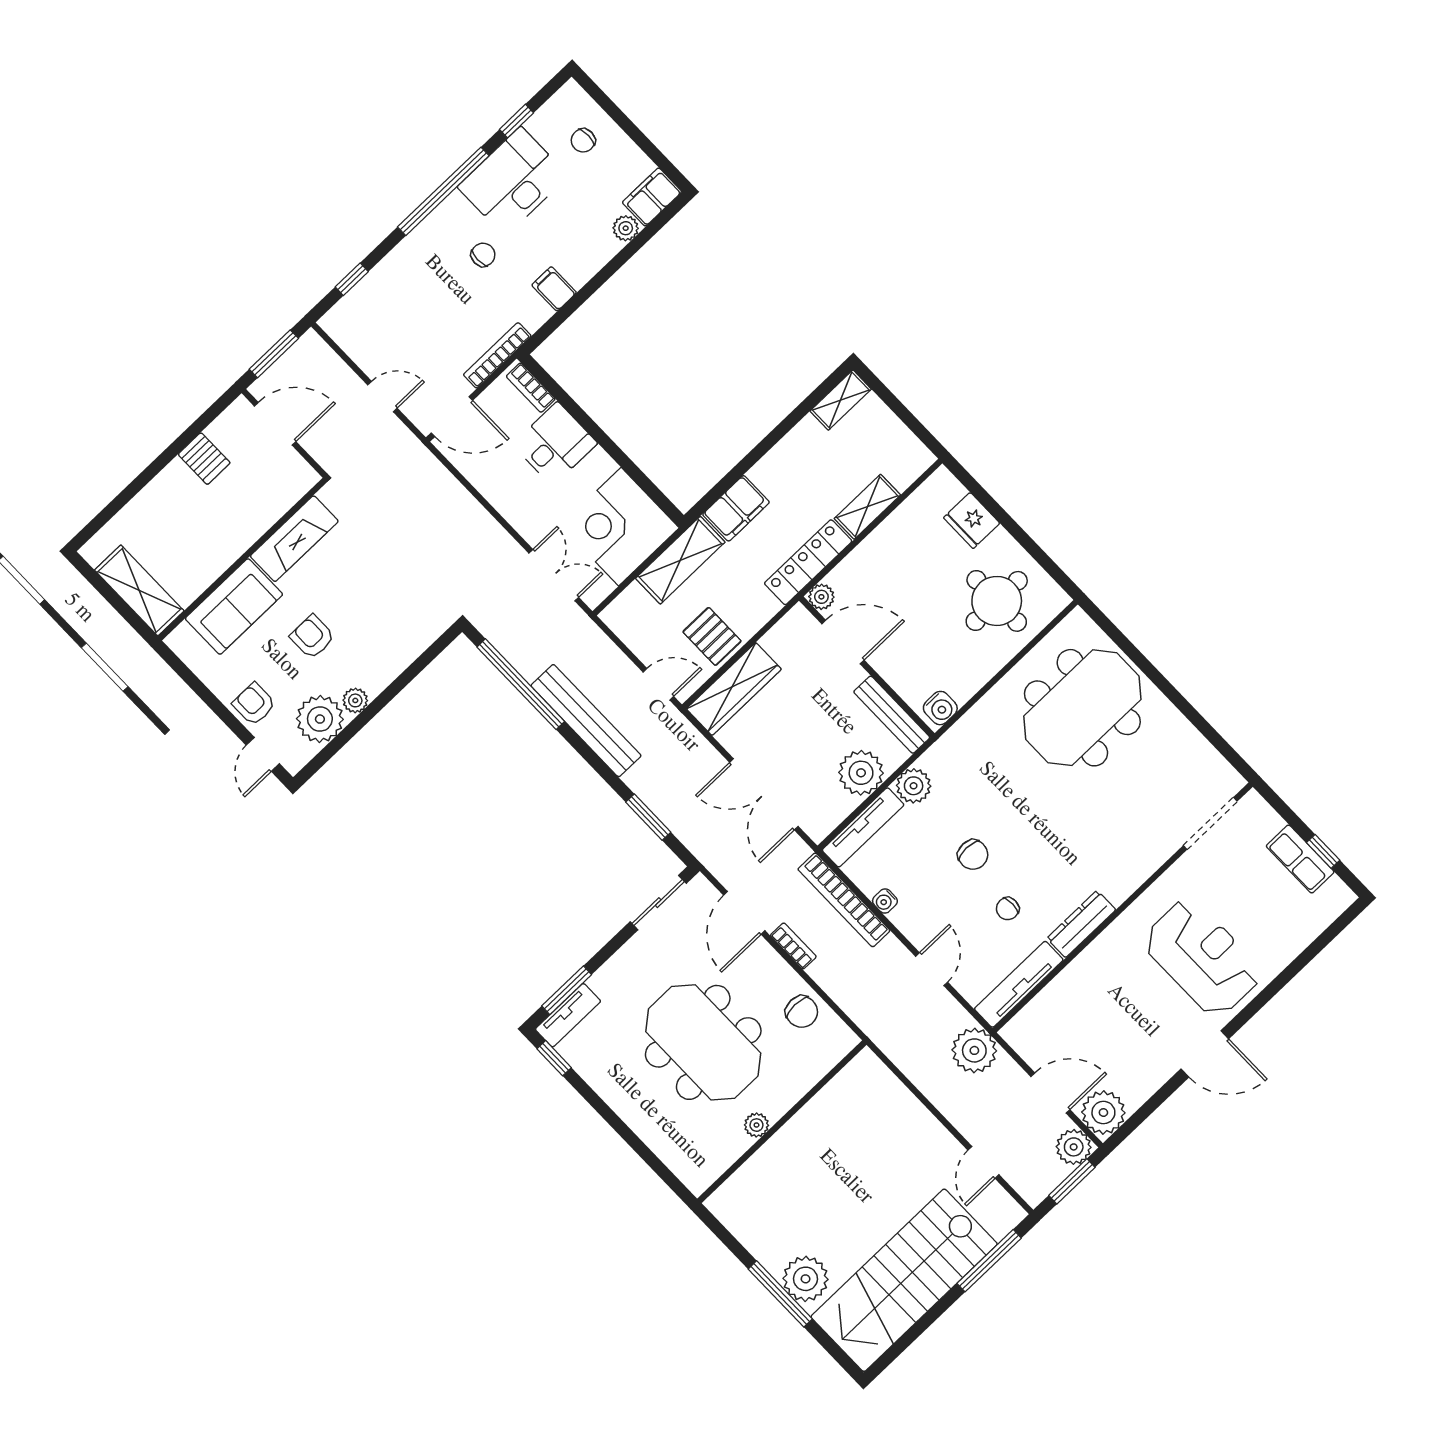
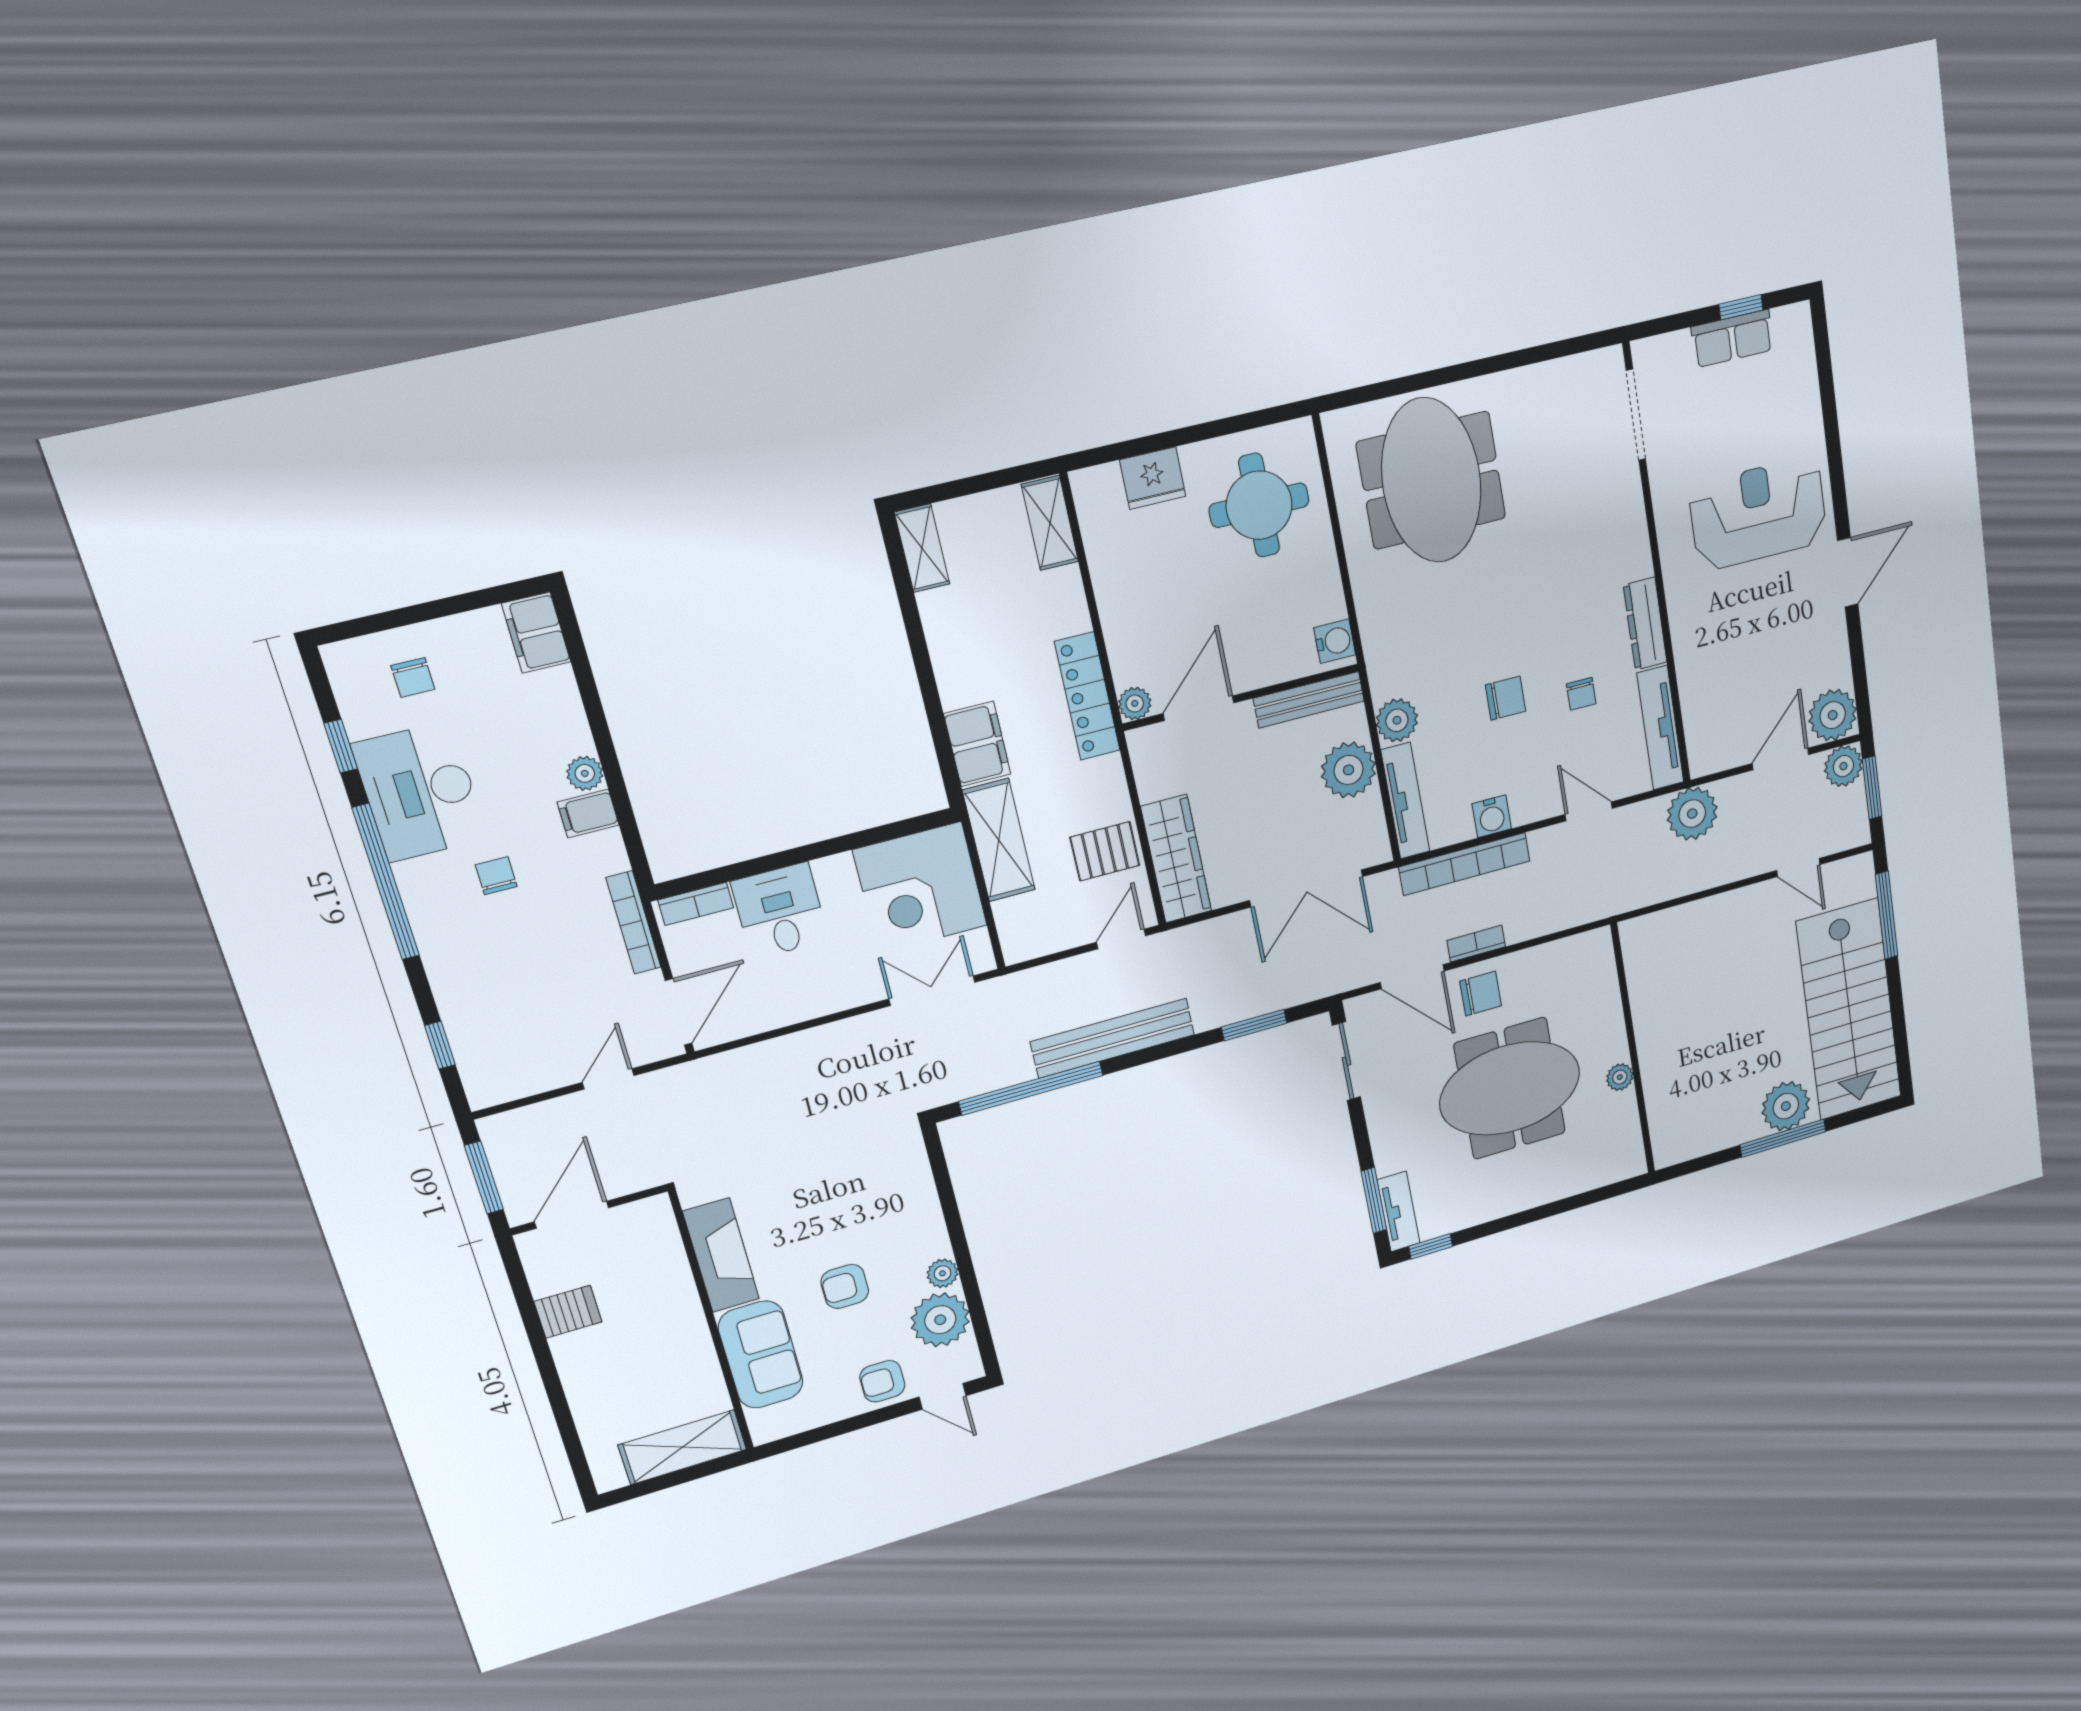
plant: (626, 228) -> (585, 773), moved
shelving: (867, 507) -> (1050, 523), moved
water cooler: (885, 901) -> (1492, 816), width x1.38, depth x1.38
chair: (802, 1012) -> (1481, 994), moved

